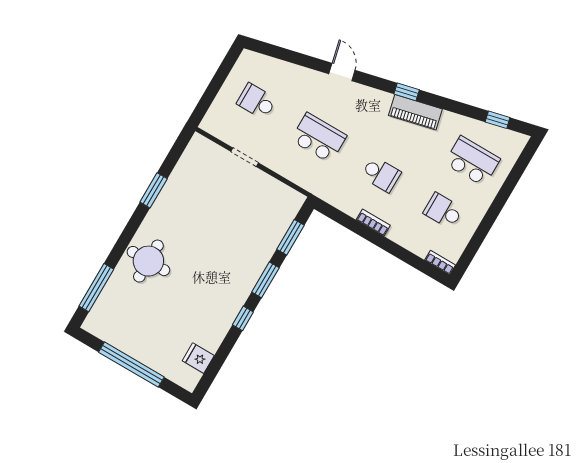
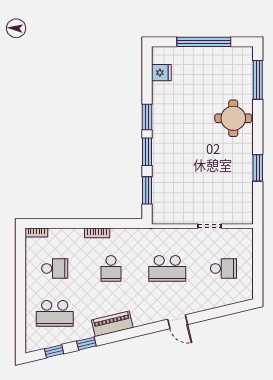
window: (407, 92) -> (86, 344), moved
school desk: (381, 174) -> (111, 268), turned -90
window: (243, 318) -> (147, 117), width x1.50

